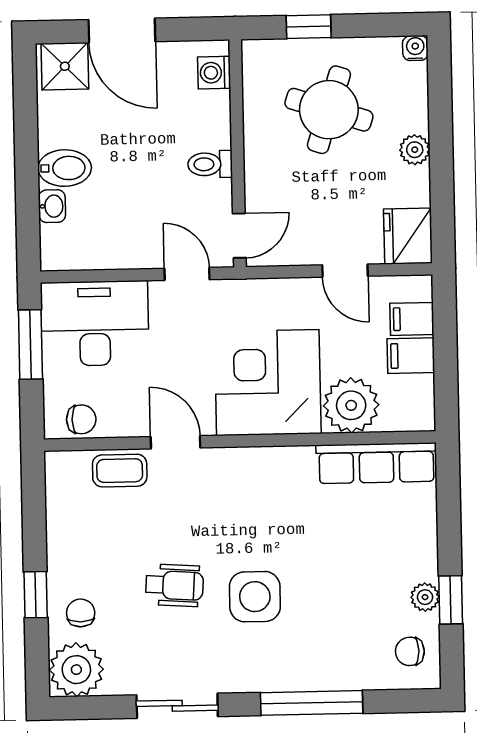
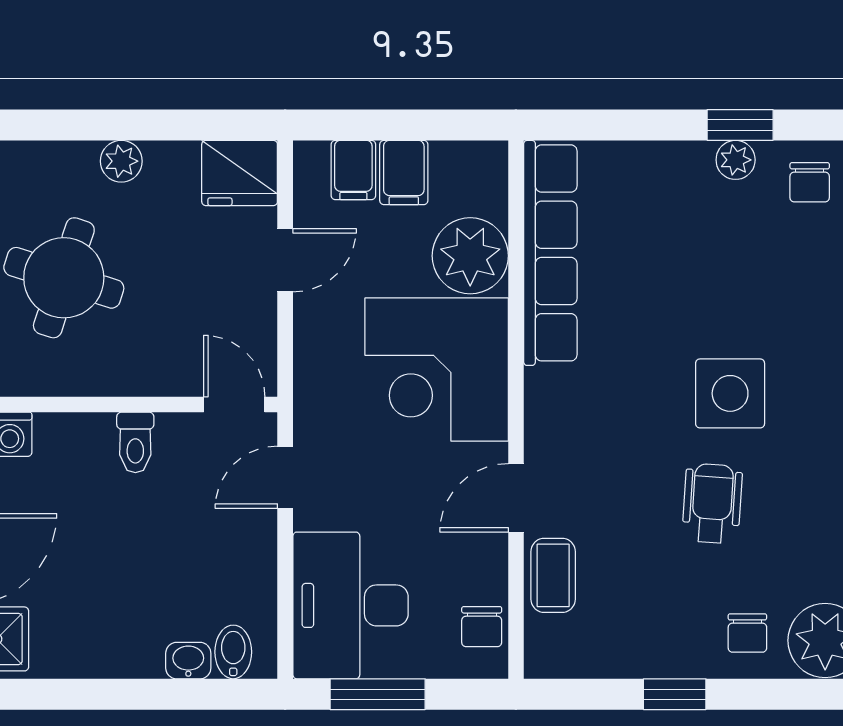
bidet: (65, 168) -> (233, 652), moved, width x0.72, depth x0.74
chair: (81, 419) -> (482, 627), turned 180
row of seats: (376, 463) -> (550, 253), width x1.36
window: (36, 595) -> (675, 694), moved
chair: (81, 613) -> (747, 633), turned -90

